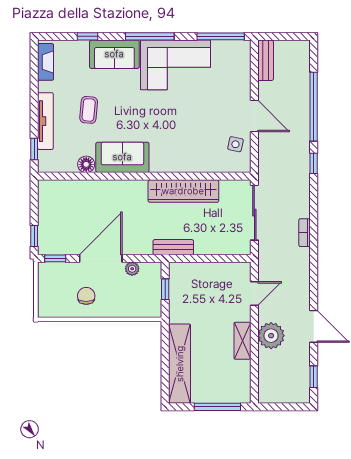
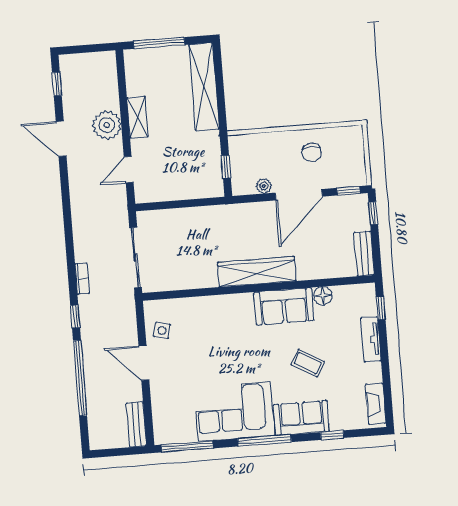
coffee table: (89, 110) -> (308, 363), moved, turned -65
tv unit: (45, 121) -> (371, 339), width x0.71
wardrobe: (183, 191) -> (257, 272), moved
bookcase: (305, 233) -> (82, 279), moved
bench: (173, 247) -> (364, 254), moved, turned 90

